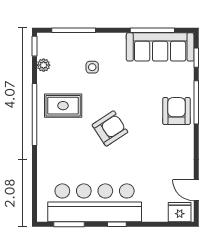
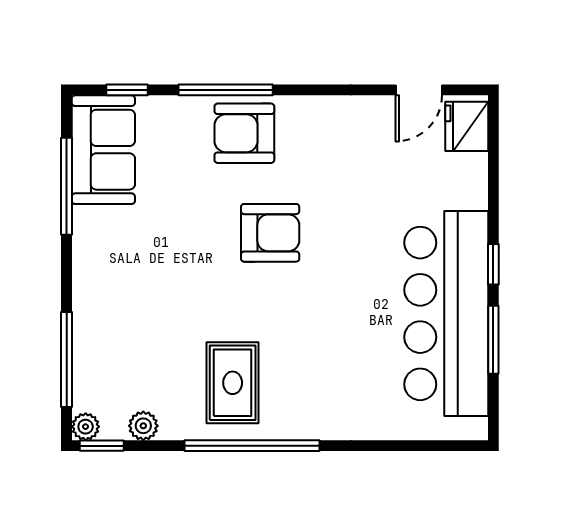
plant: (43, 39) -> (86, 427), added
sofa: (160, 47) -> (103, 150), width x0.73
side table: (92, 67) -> (148, 319), removed
armchair: (110, 128) -> (270, 233), moved, turned 123
window: (69, 224) -> (493, 340), moved

